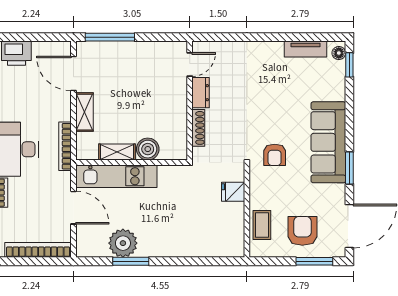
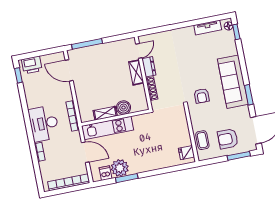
shelving: (84, 112) -> (136, 72), moved
fridge: (233, 192) -> (187, 153), moved
armchair: (302, 231) -> (228, 139), turned -90
dishwasher: (99, 247) -> (106, 173), added

